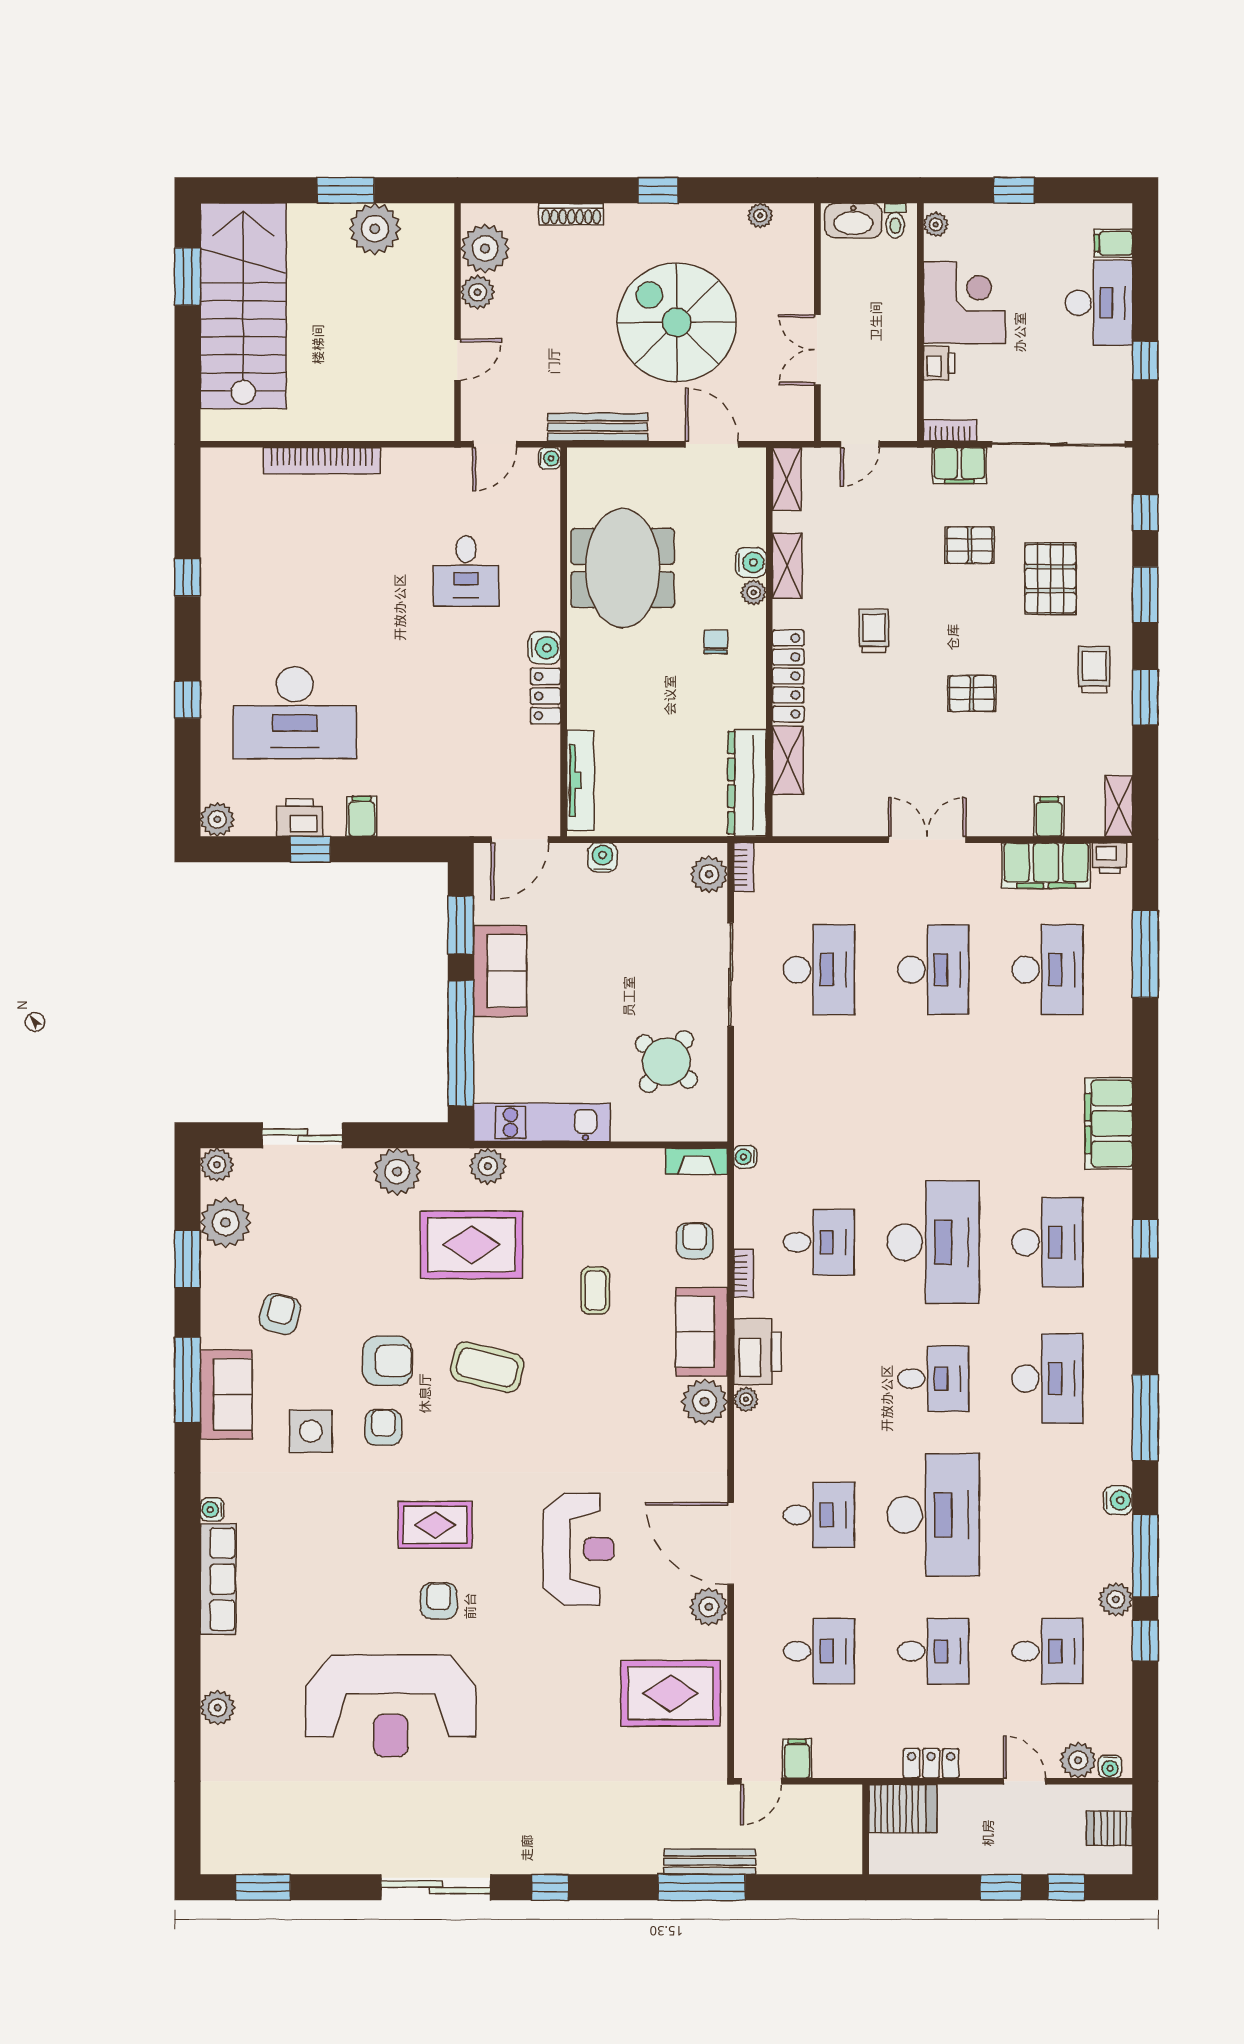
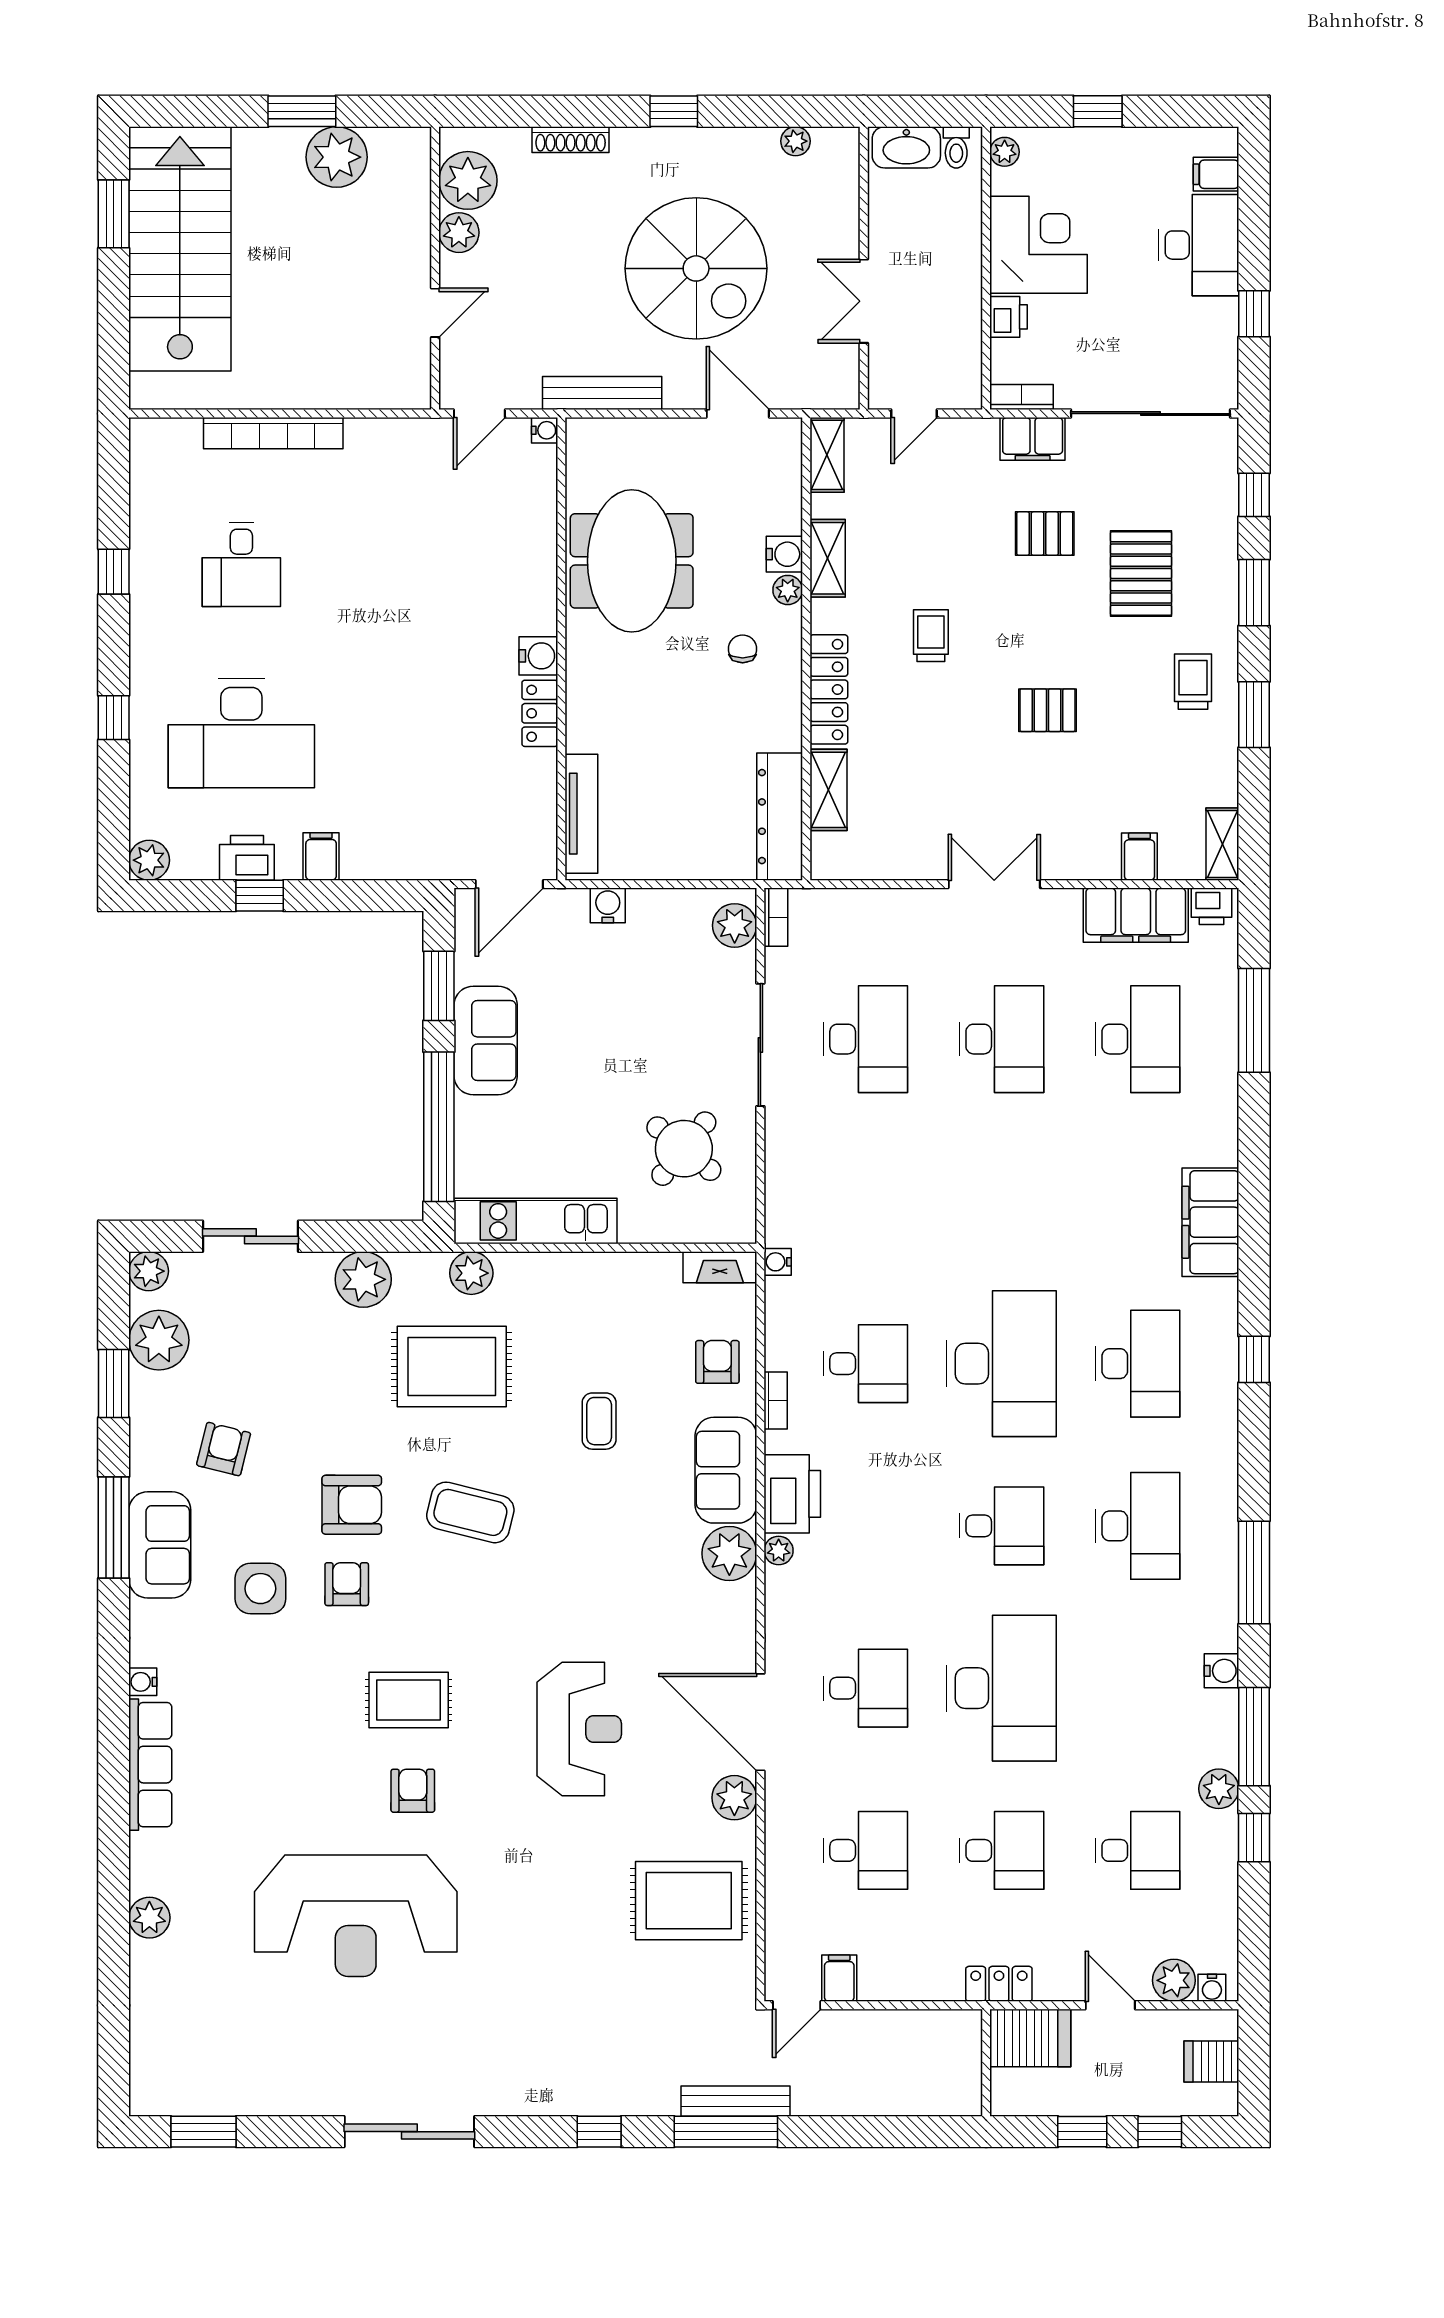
spiral stairs: (677, 322) -> (696, 268), turned 180
desk: (466, 571) -> (241, 564), moved
server rack: (903, 1809) -> (1030, 2038), moved
wall: (866, 1829) -> (986, 2063), moved
window: (550, 1887) -> (599, 2132), moved

